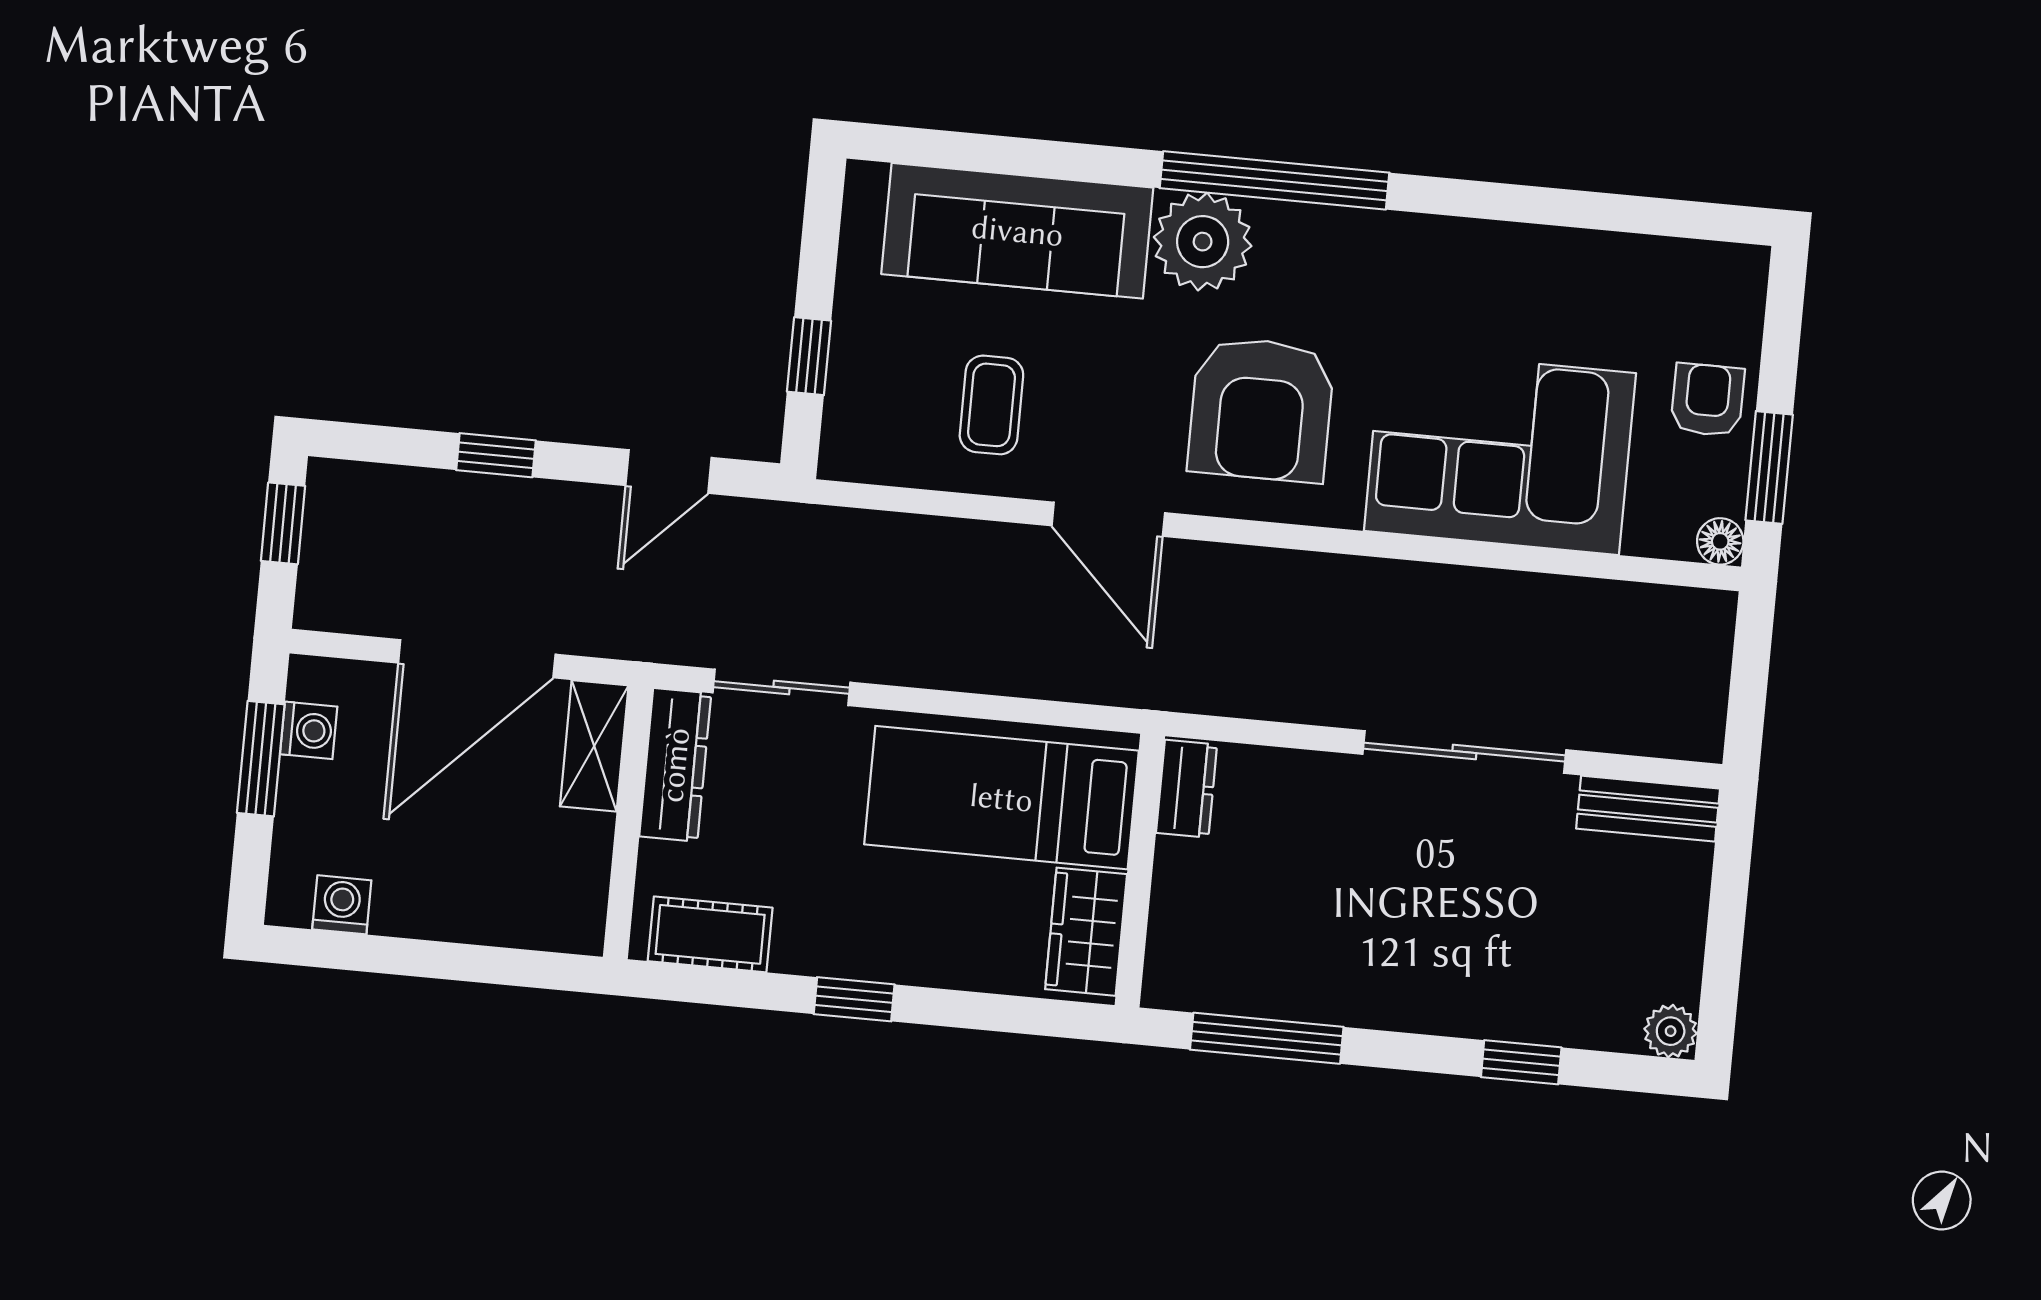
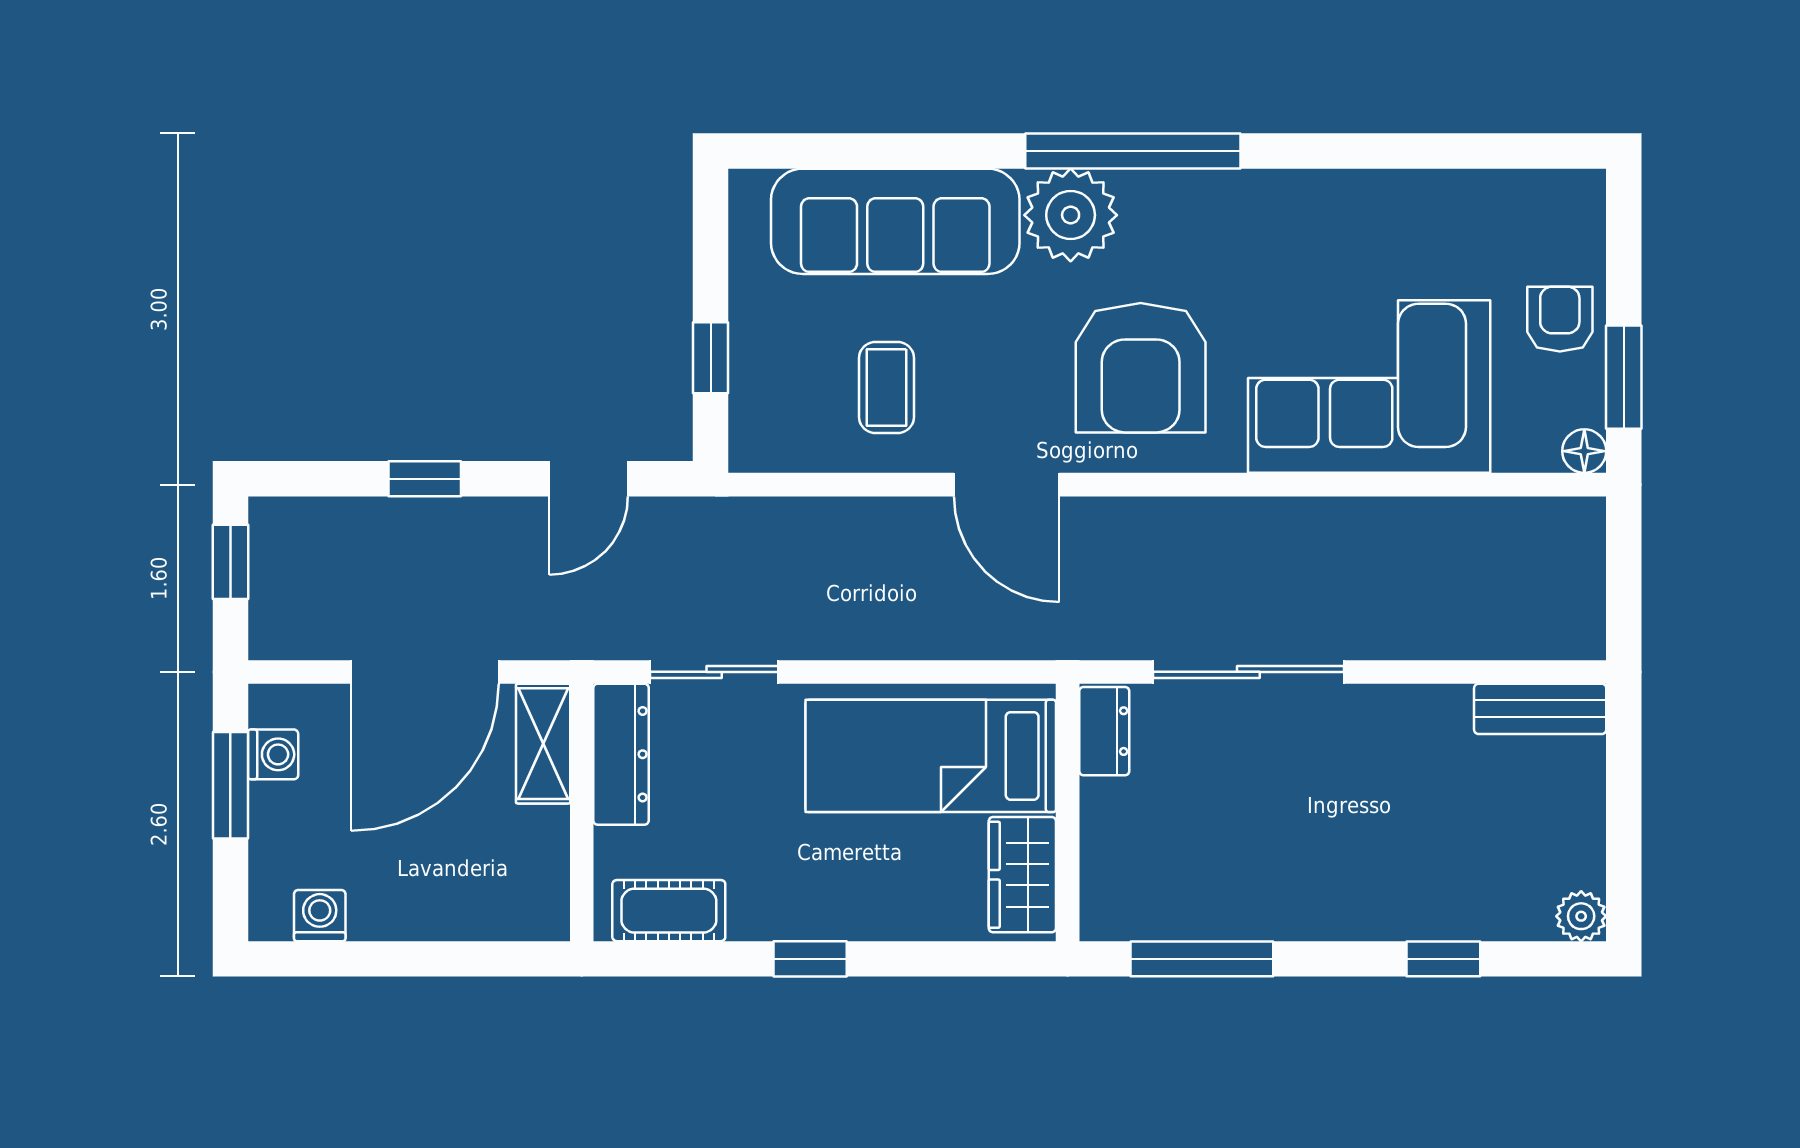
sliding door: (1464, 752) -> (1248, 672), moved

